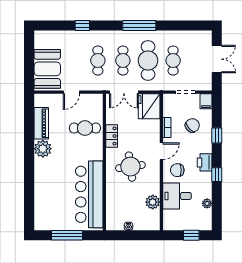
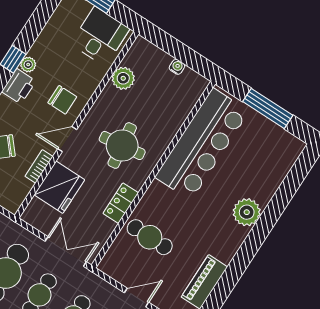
fridge: (149, 106) -> (59, 187), moved
plant: (43, 149) -> (247, 212), moved
desk: (177, 196) -> (100, 36), moved, turned -90
plant: (207, 203) -> (28, 65), moved

